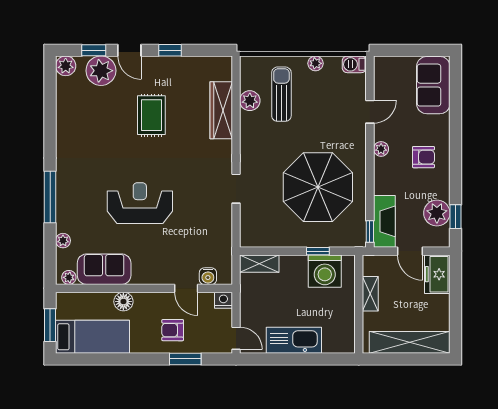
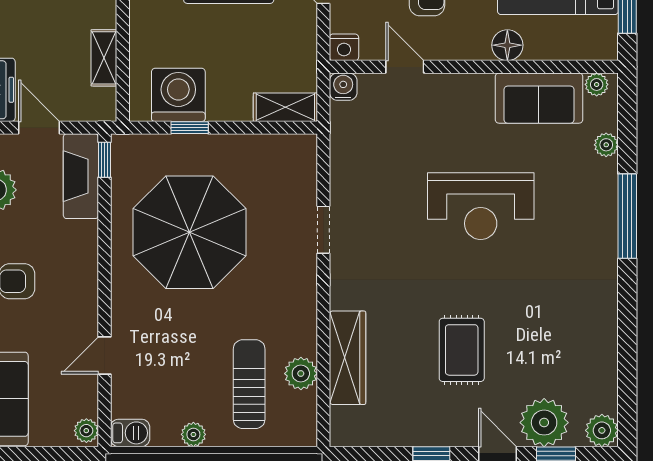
sun lounger: (281, 94) -> (249, 384), turned 180
plant: (381, 149) -> (86, 431), moved
water cooler: (208, 276) -> (343, 87), moved

